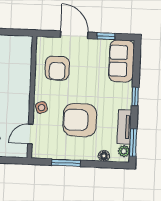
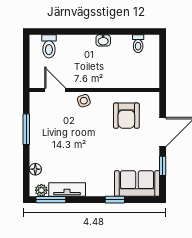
armchair: (57, 68) -> (126, 116), turned -90
window: (135, 96) -> (115, 200), moved
armchair: (80, 120) -> (72, 142), removed

